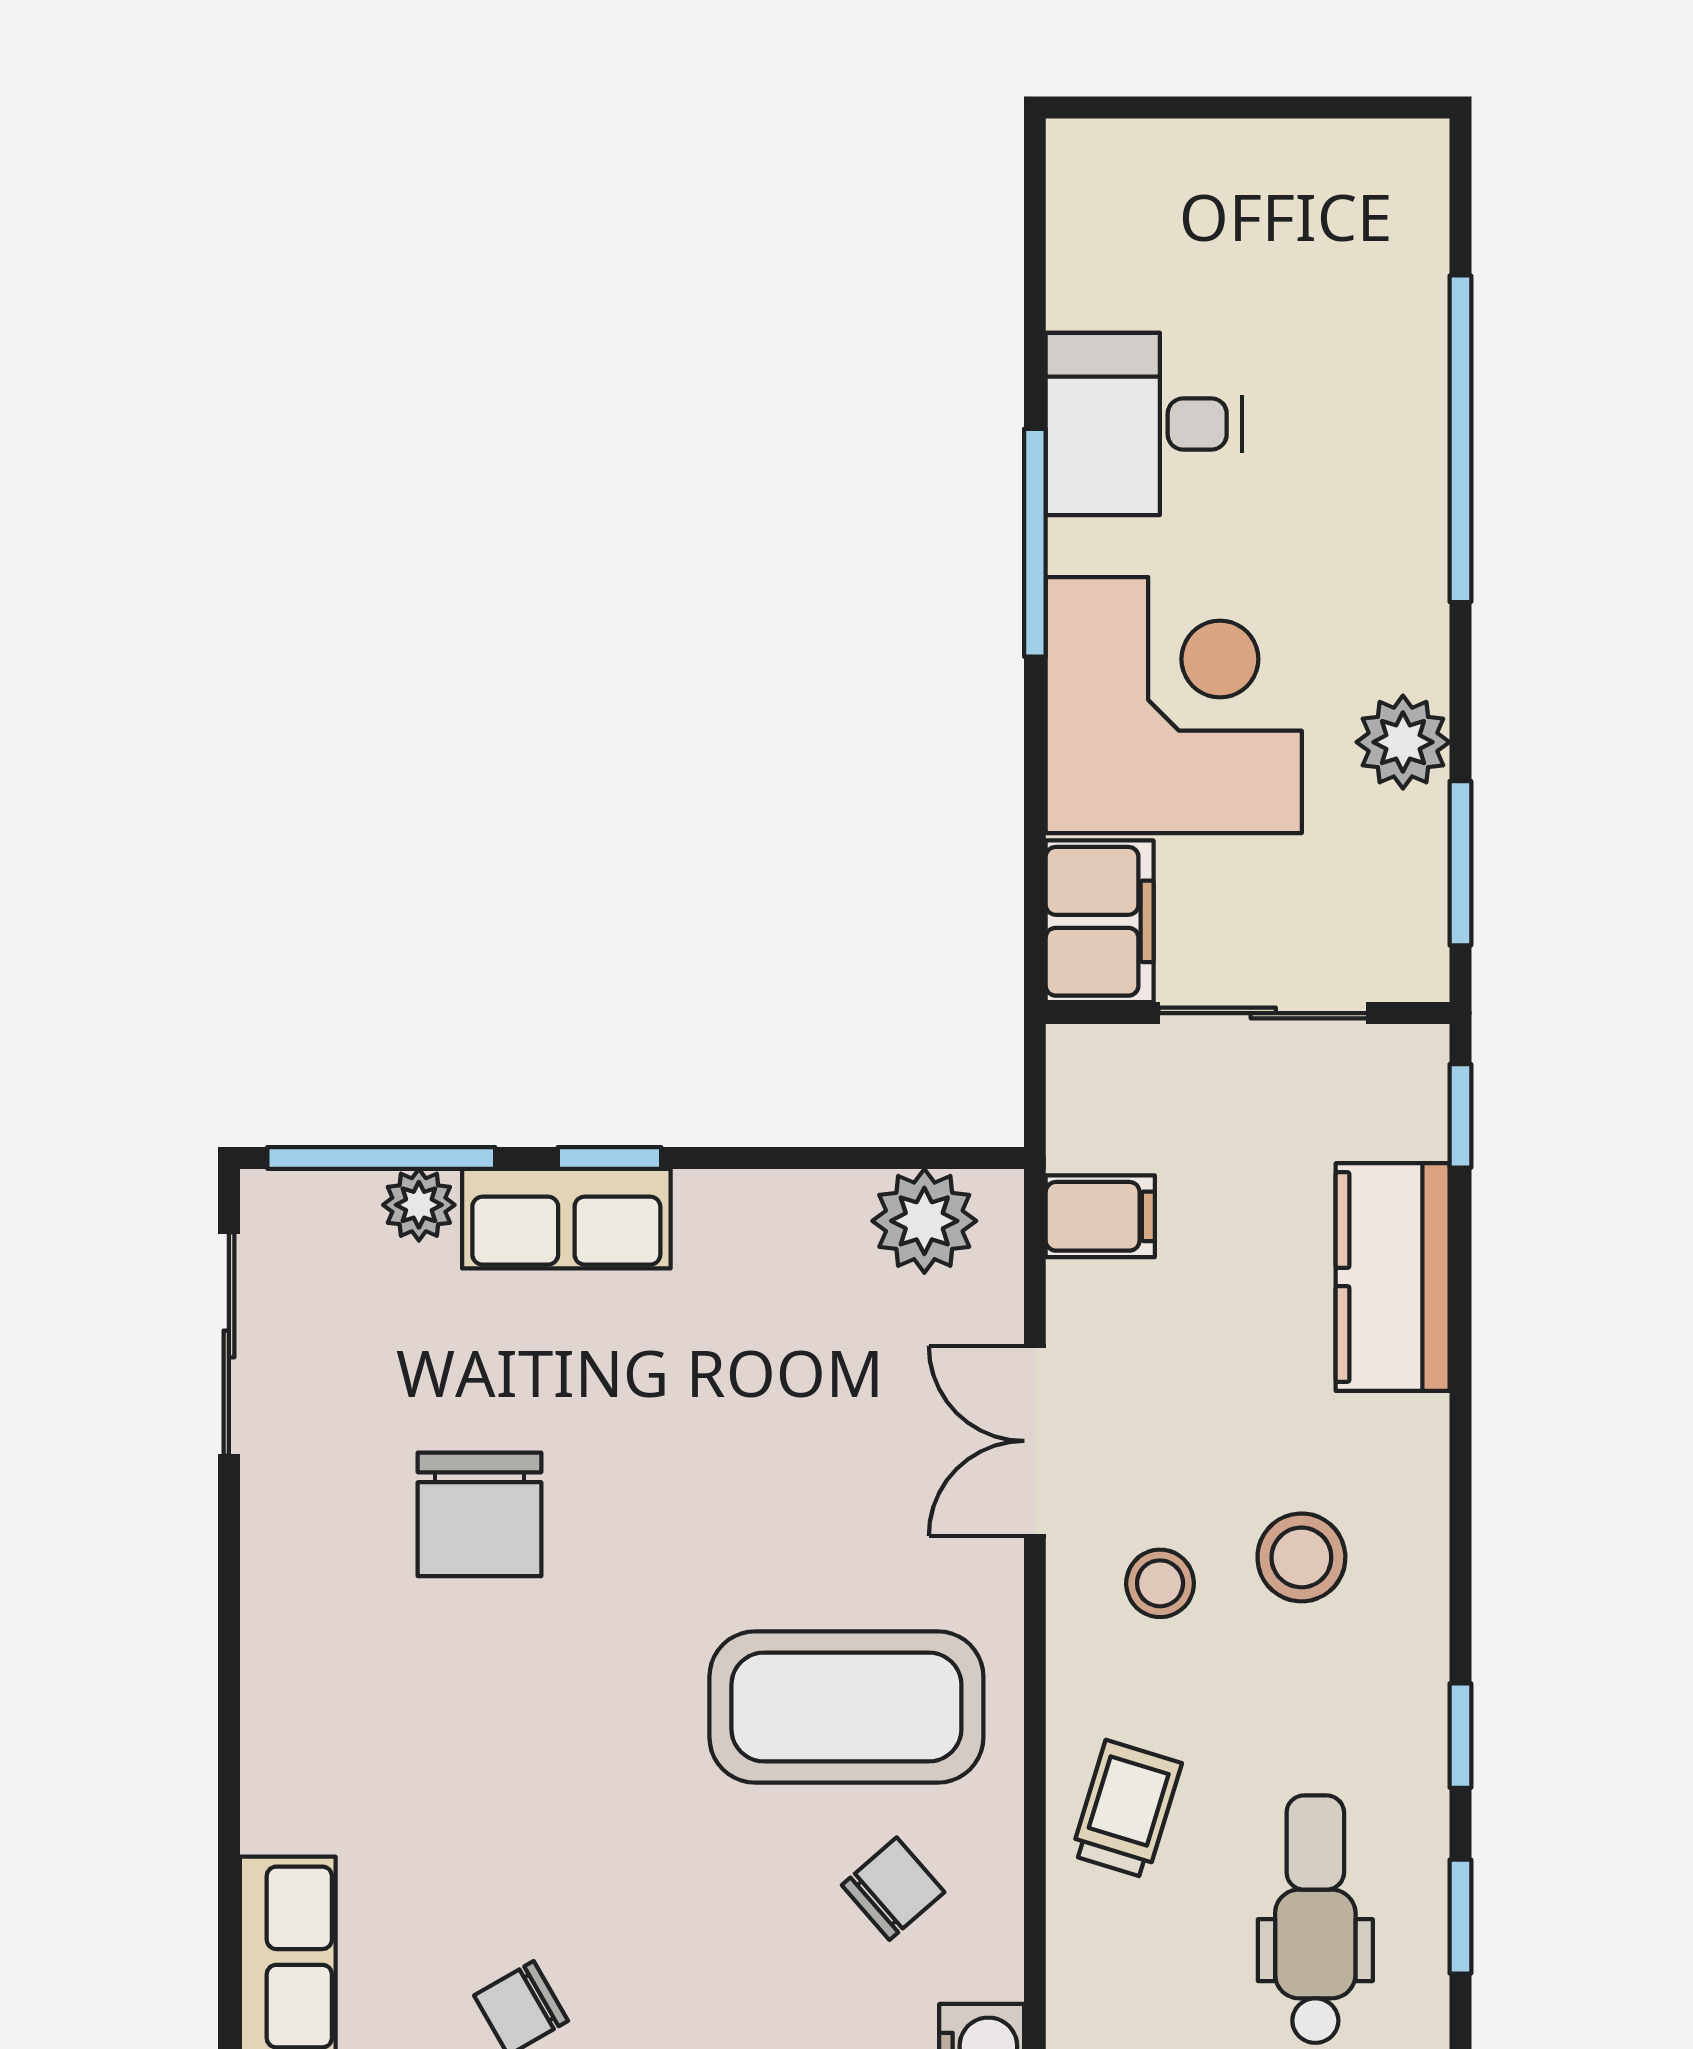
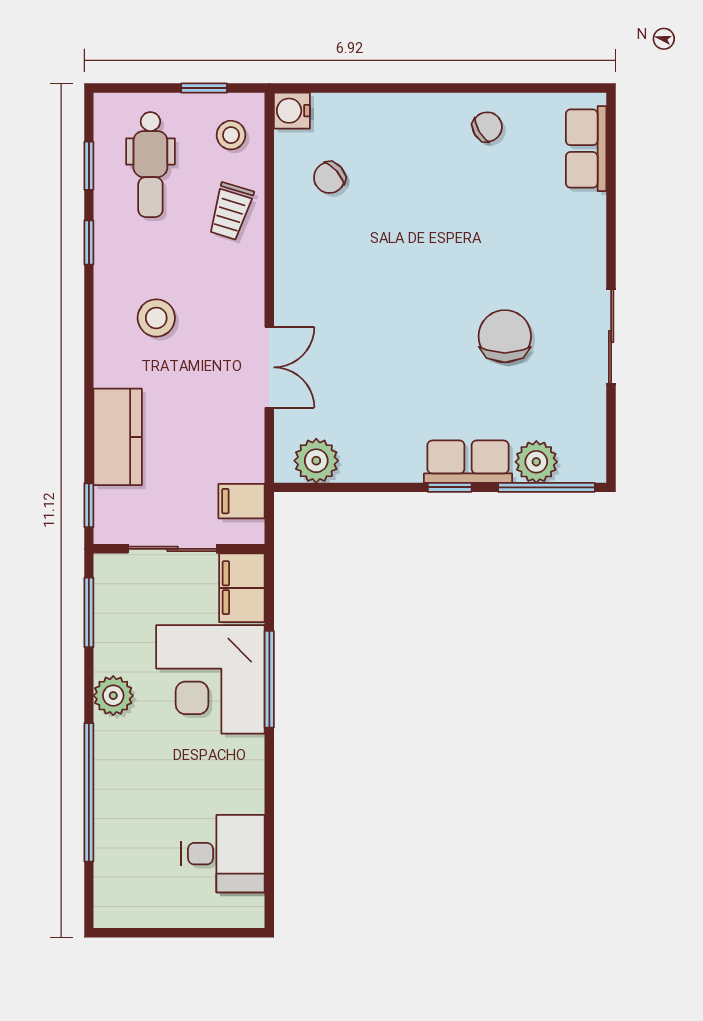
desk: (1144, 424) -> (223, 854), moved
window: (1035, 543) -> (269, 679), moved
plant: (1403, 742) -> (113, 696), moved
plant: (419, 1205) -> (536, 462), width x1.38, depth x1.38
filing cabinet: (1100, 1216) -> (242, 501), moved
sliding door: (229, 1344) -> (611, 336), moved
stool: (1160, 1583) -> (231, 135), moved
coffee table: (846, 1707) -> (349, 255), removed

